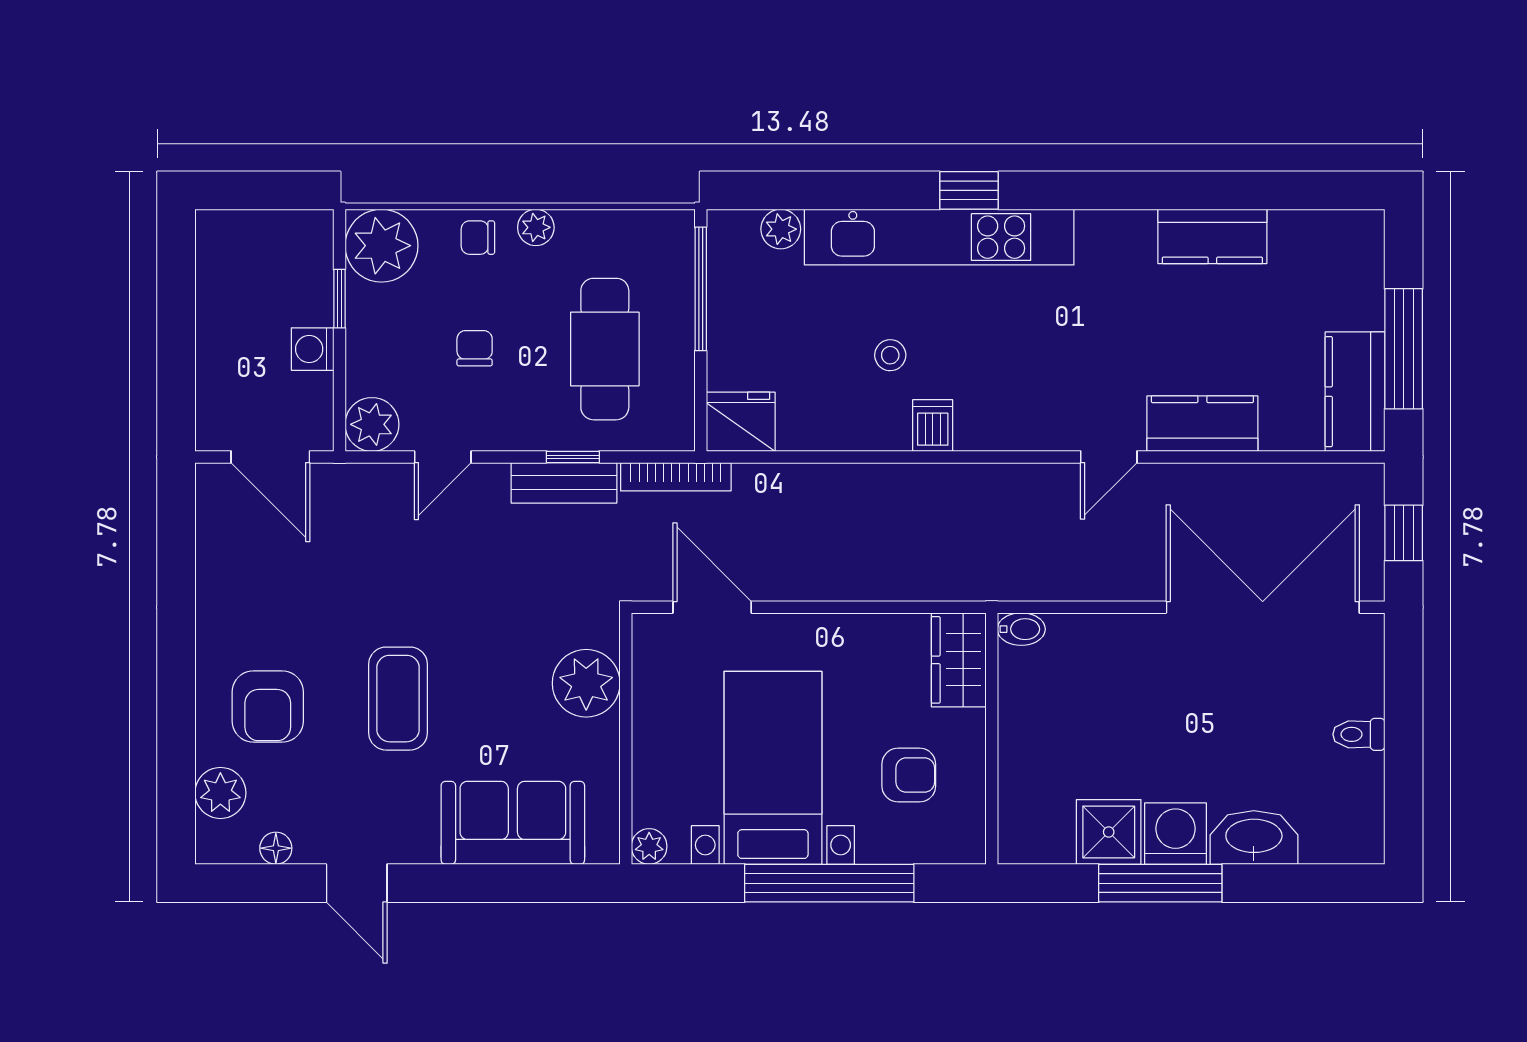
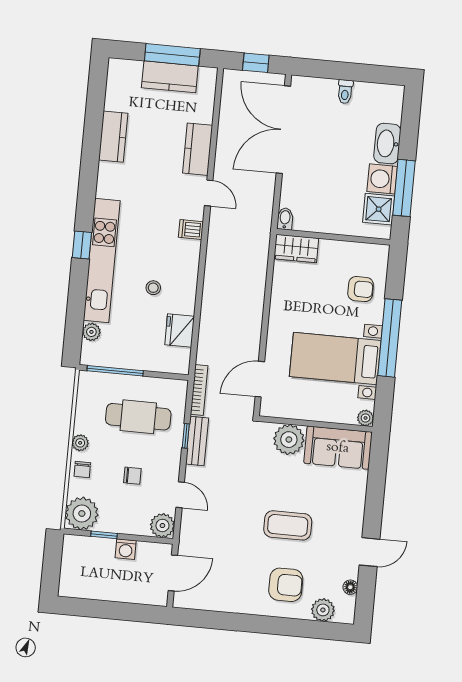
chair: (475, 348) -> (132, 476), turned 180
kitchen counter: (1355, 392) -> (170, 77), moved
fridge: (741, 422) -> (180, 331), moved
dishwasher: (933, 426) -> (191, 229), moved
bidet: (1021, 629) -> (285, 219), moved
wardrobe: (959, 660) -> (296, 248), moved
wall: (992, 739) -> (333, 237), moved
armchair: (909, 775) -> (361, 289), moved, turned 90
sofa: (513, 823) -> (338, 448), moved, turned -90

